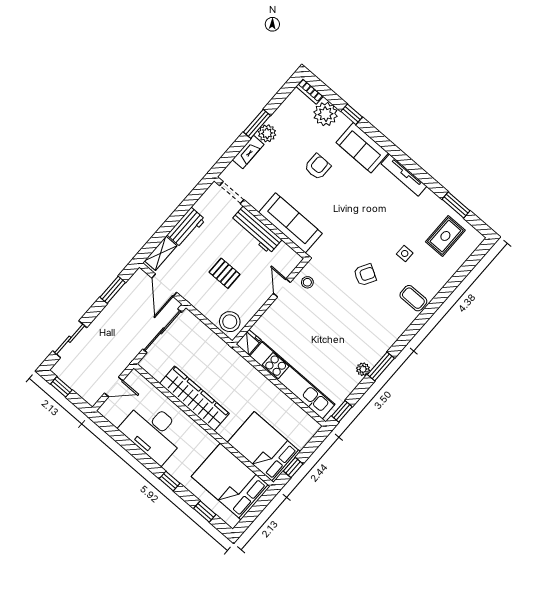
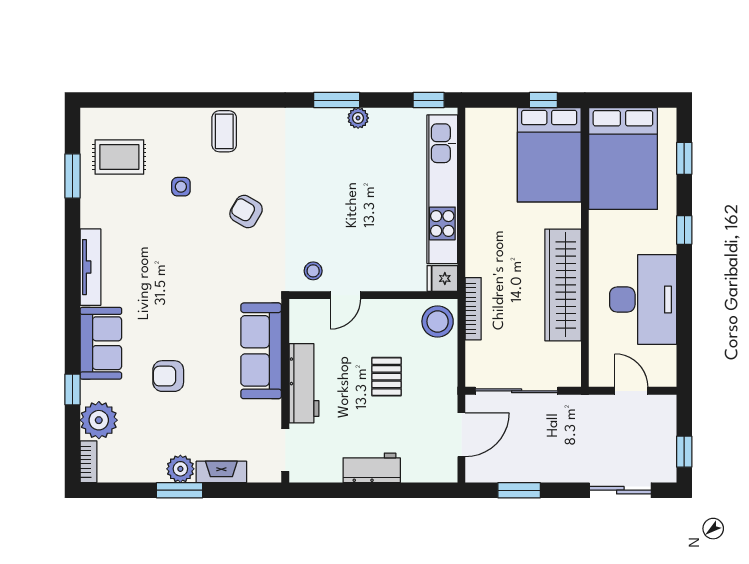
shelving: (161, 253) -> (428, 471), removed
bookcase: (221, 345) -> (473, 309), added

